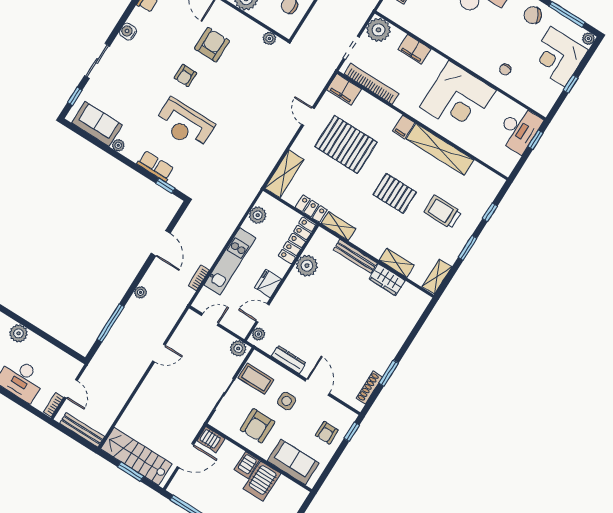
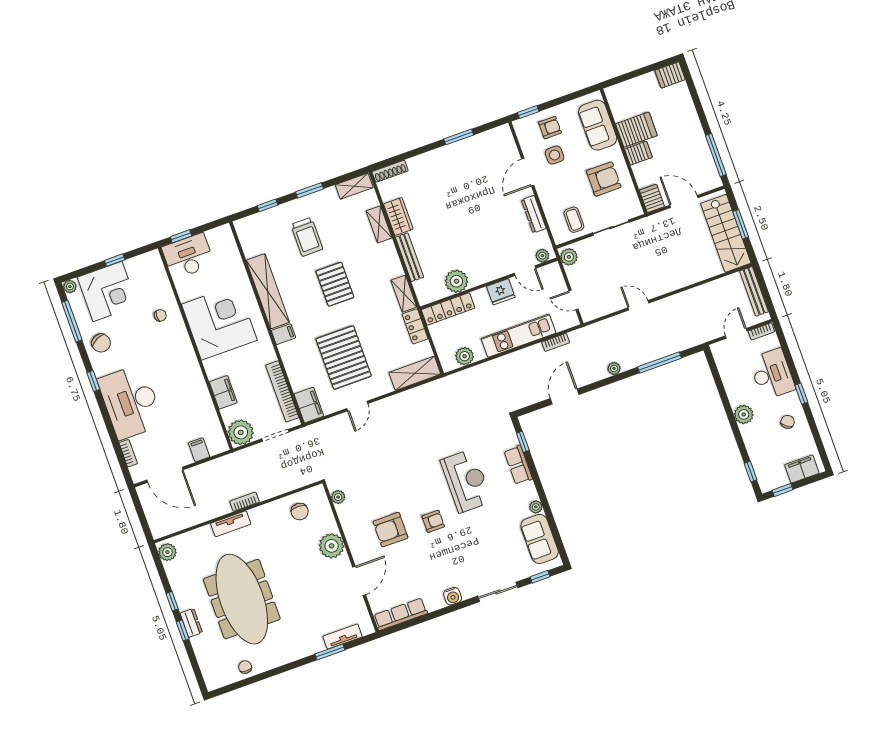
coffee table: (256, 379) -> (574, 220), width x0.73, depth x0.77
shoe rack: (369, 388) -> (390, 171), moved
side table: (287, 401) -> (555, 155), moved

